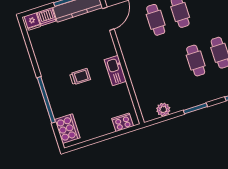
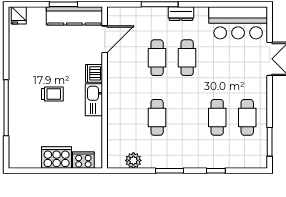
dishwasher: (46, 17) -> (94, 73), moved, turned 90
cafe table: (196, 61) -> (157, 117), moved
cooker: (67, 129) -> (57, 158), moved, turned -90

